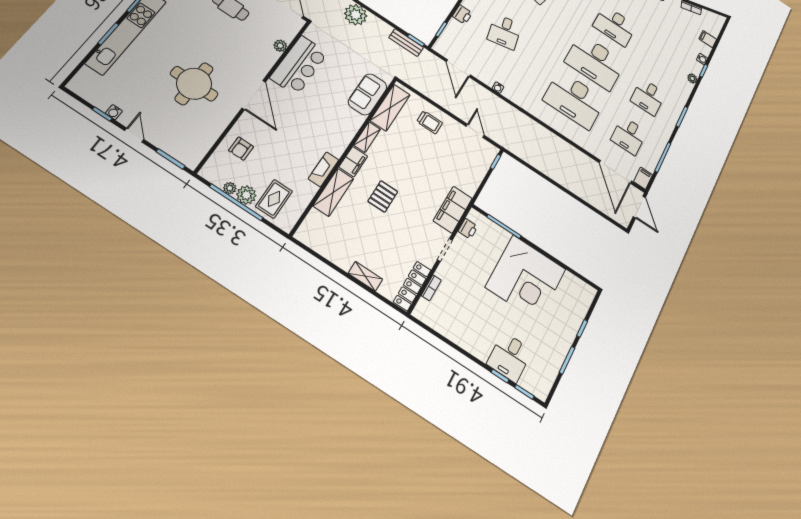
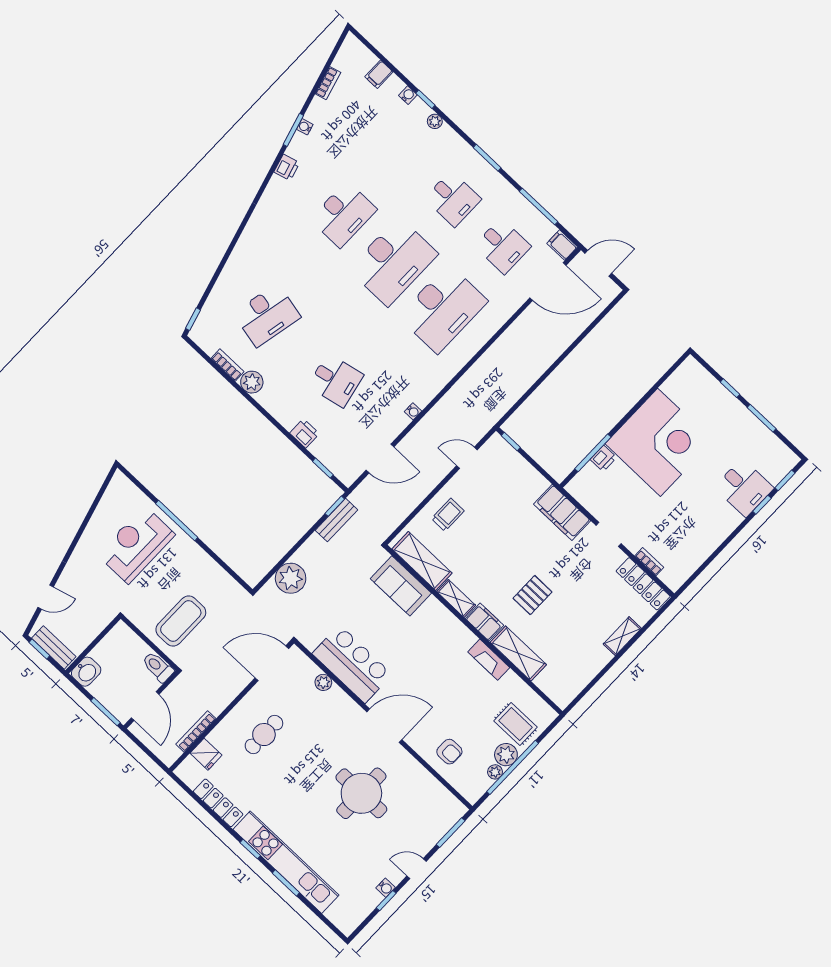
pallet: (383, 196) -> (532, 595), turned 90
printer: (468, 229) -> (603, 458), moved, turned 90

